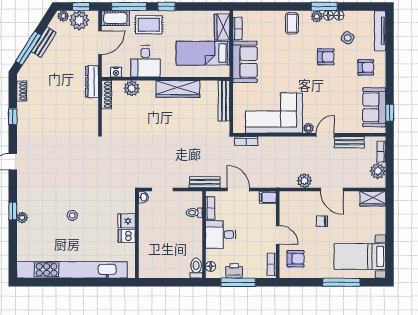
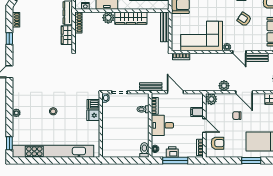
plant: (132, 88) -> (108, 18), moved
armchair: (332, 90) -> (244, 19), added
wardrobe: (91, 112) -> (67, 35), added
door: (325, 135) -> (239, 52), swing flipped
filing cabinet: (268, 197) -> (197, 112), moved
plant: (287, 199) -> (211, 99), added
window: (13, 211) -> (9, 143), moved
dishwasher: (127, 236) -> (93, 104), moved
window: (341, 282) -> (251, 161), width x0.69

